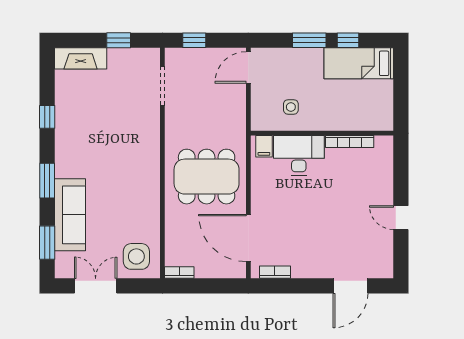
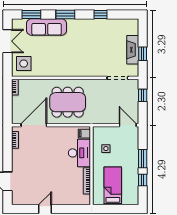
fireplace: (81, 58) -> (133, 50), moved
bed: (359, 63) -> (113, 186), moved
dining table: (207, 177) -> (68, 102), turned 90

